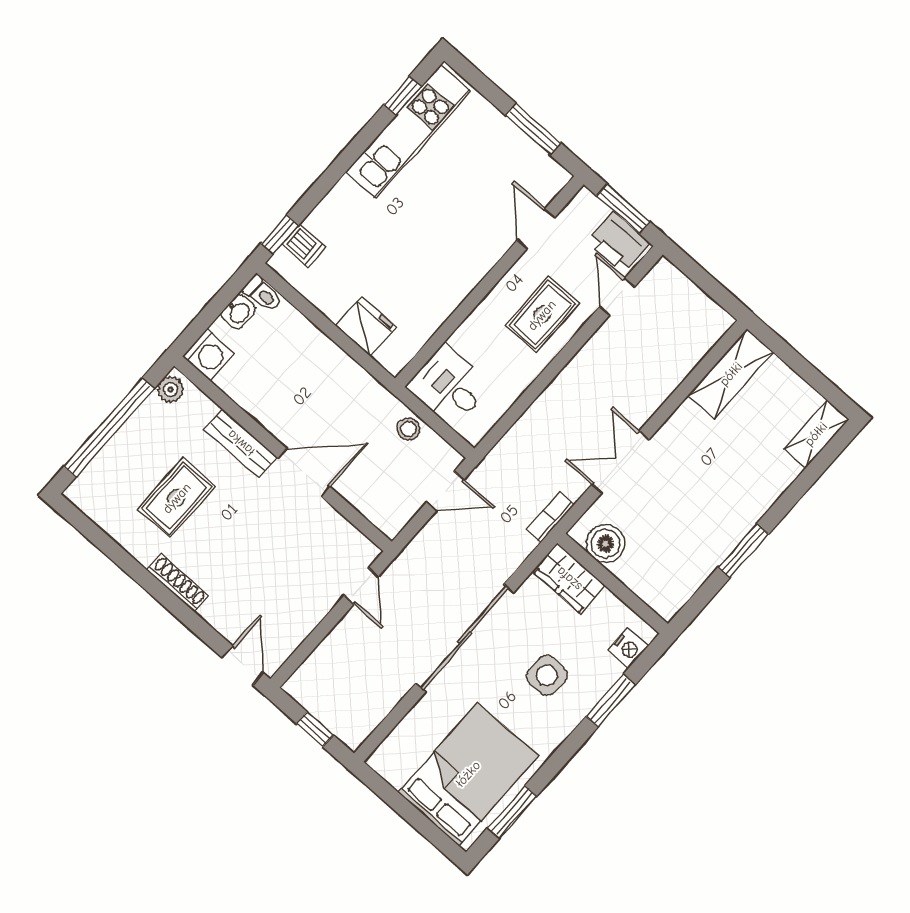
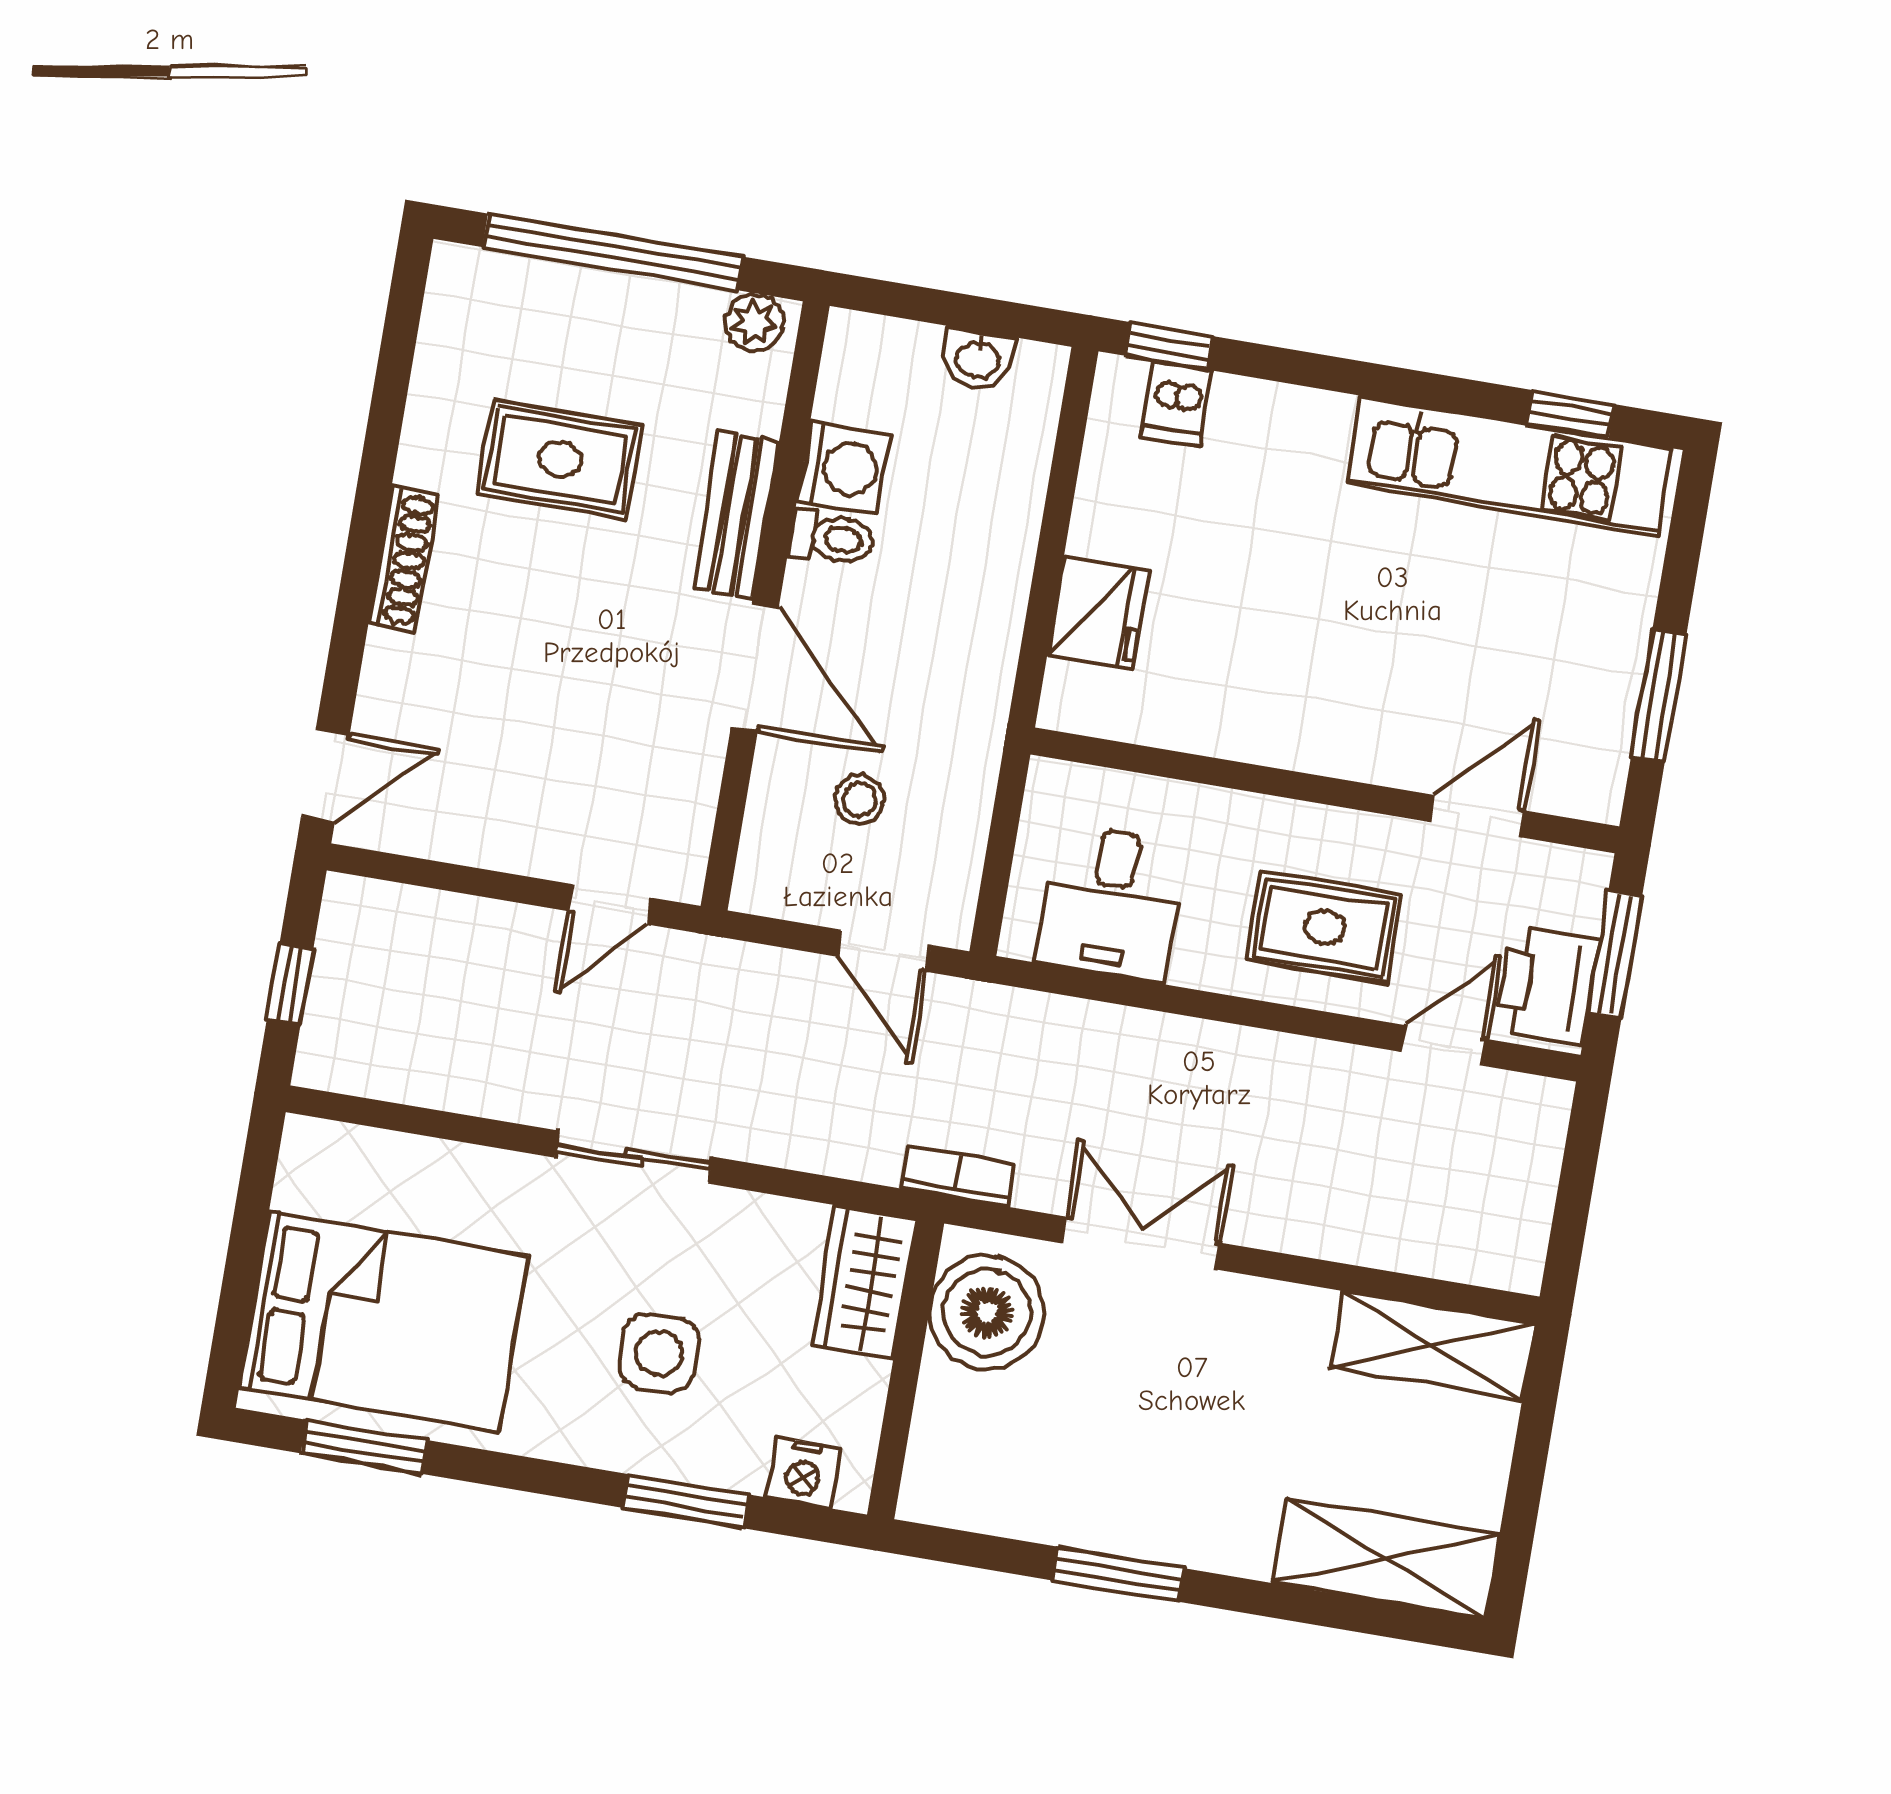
toilet: (262, 294) -> (832, 538), moved, turned -90
washing machine: (208, 355) -> (844, 468), moved, turned -90
desk: (449, 386) -> (1111, 903), moved, turned 180
stool: (408, 429) -> (859, 800), moved
shelving: (816, 434) -> (1386, 1558), width x1.50, depth x1.33
boiler: (605, 544) -> (987, 1312), width x1.37, depth x1.37
sliding door: (465, 638) -> (633, 1157), width x0.54

